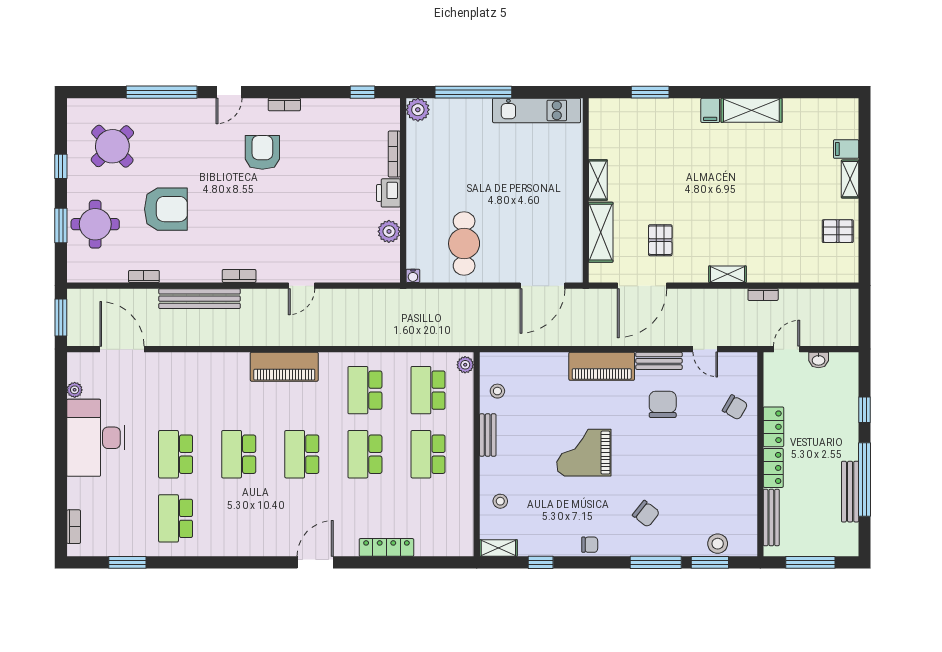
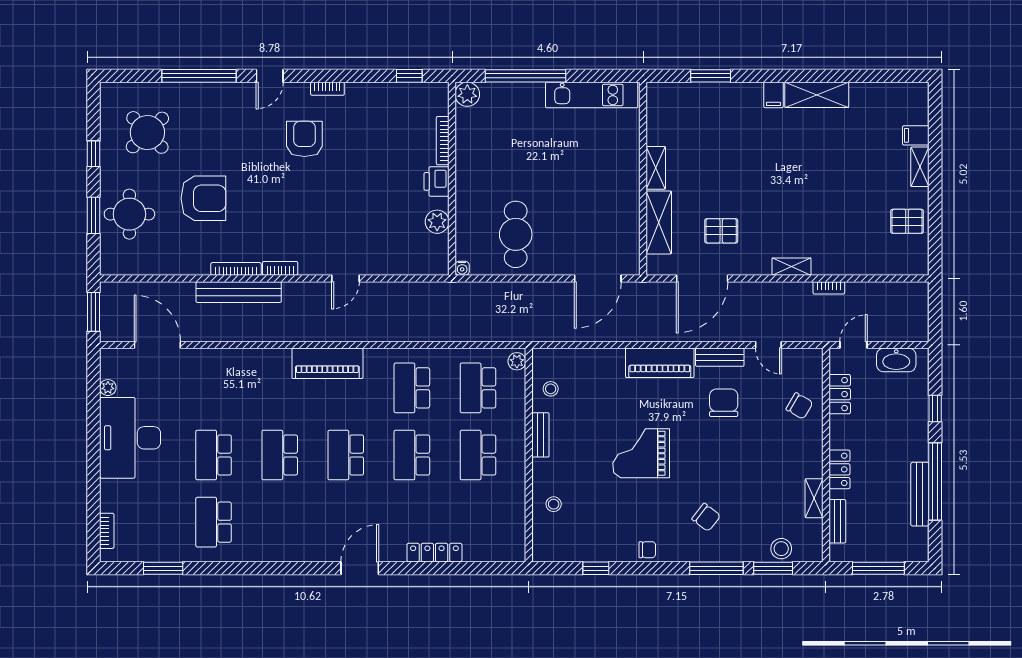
pallet: (660, 240) -> (721, 231), turned 90
bookcase: (144, 276) -> (236, 269), moved, width x1.56
washbasin: (819, 360) -> (896, 360), width x1.91, depth x1.45
locker: (773, 427) -> (840, 394), moved
bench: (771, 518) -> (837, 521), width x0.73
shelving: (498, 548) -> (814, 498), moved, turned 90

